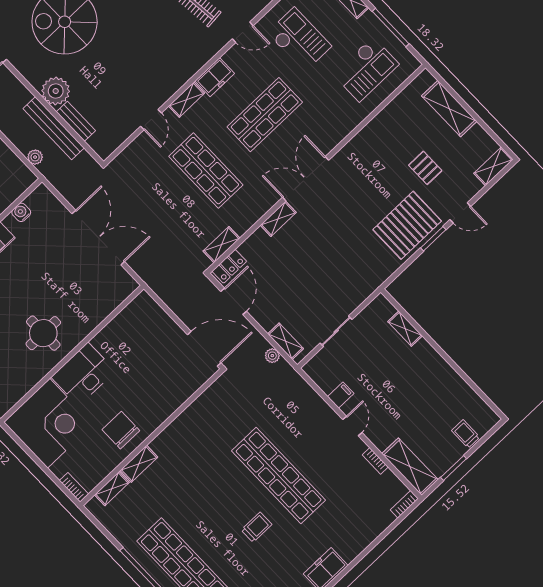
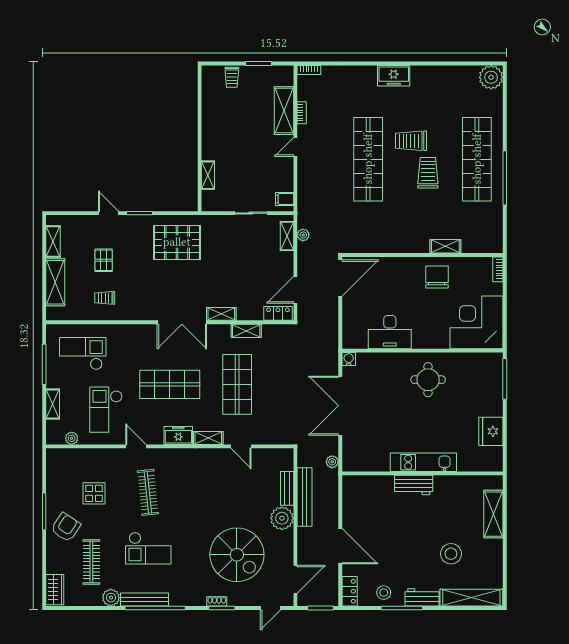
door: (151, 120) -> (241, 446), swing flipped
trolley: (393, 136) -> (105, 298), added
plant: (35, 157) -> (332, 462), moved
shelving: (493, 166) -> (53, 242), moved, turned 90
water cooler: (21, 212) -> (349, 359), moved, turned 180
pallet: (407, 225) -> (177, 242), moved
shelving: (222, 245) -> (246, 331), moved
door: (204, 349) -> (340, 278), swing flipped
desk: (83, 374) -> (390, 332), moved
filing cabinet: (341, 395) -> (285, 199), moved
chair: (121, 430) -> (437, 277), turned 180
shelving: (410, 467) -> (284, 111), moved
shelving: (112, 489) -> (476, 247), removed
trolley: (215, 513) -> (428, 173), added
trolley: (257, 527) -> (411, 141), width x1.36, depth x1.39

